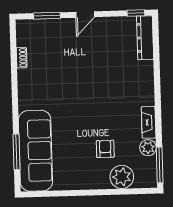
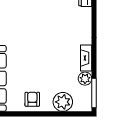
armchair: (105, 149) -> (32, 99), moved

